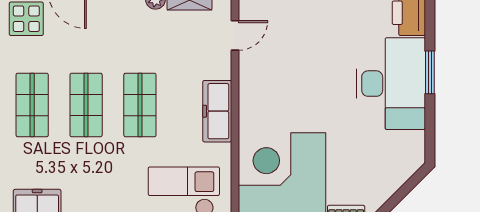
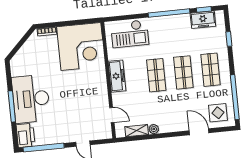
door: (235, 35) -> (112, 115), swing flipped
window: (430, 72) -> (12, 106), width x1.44

